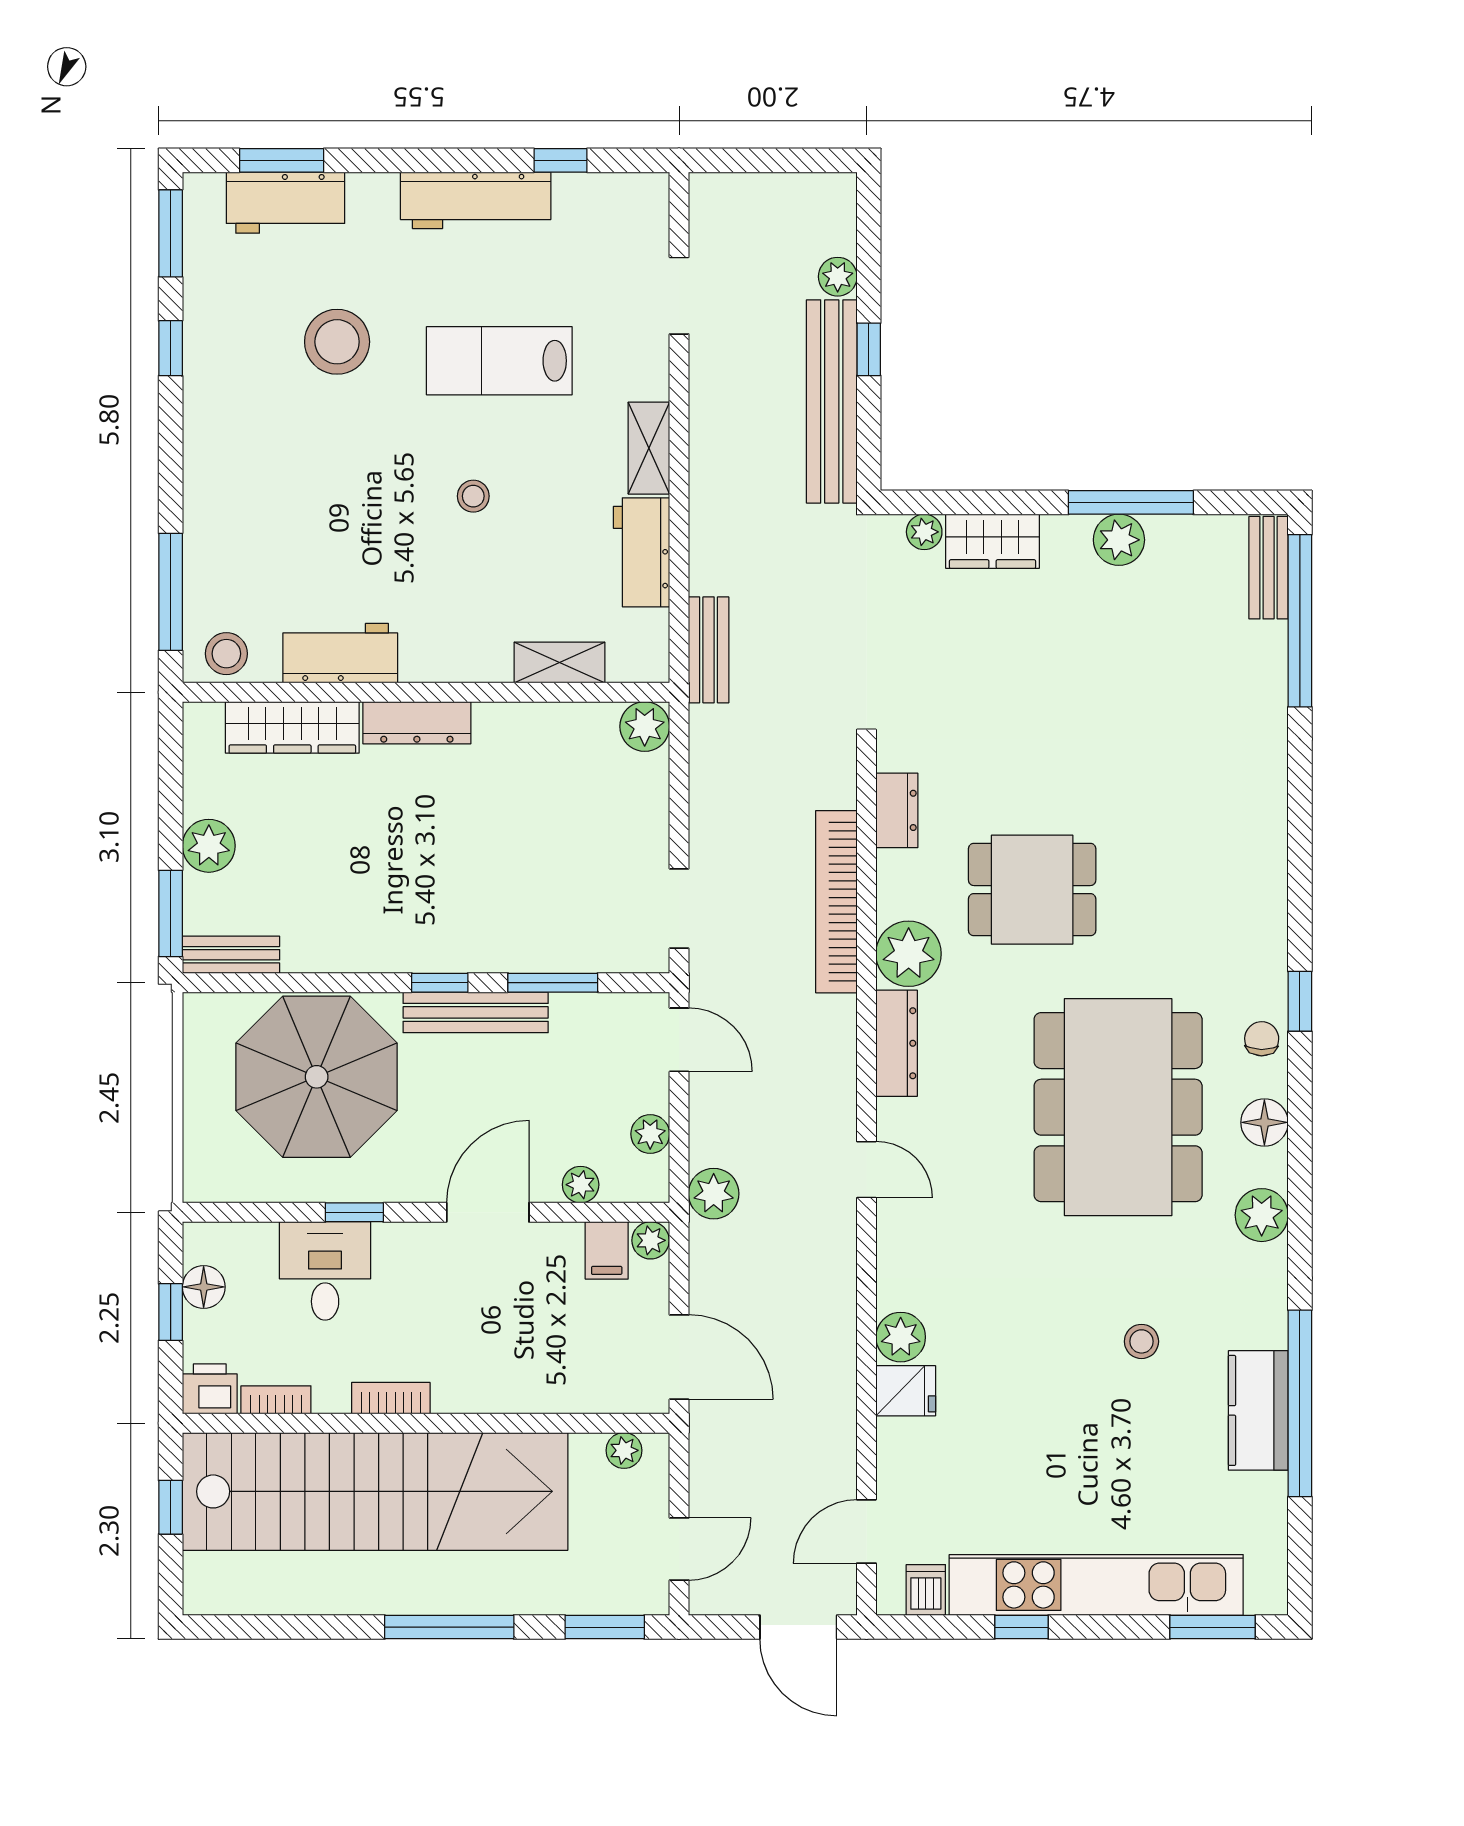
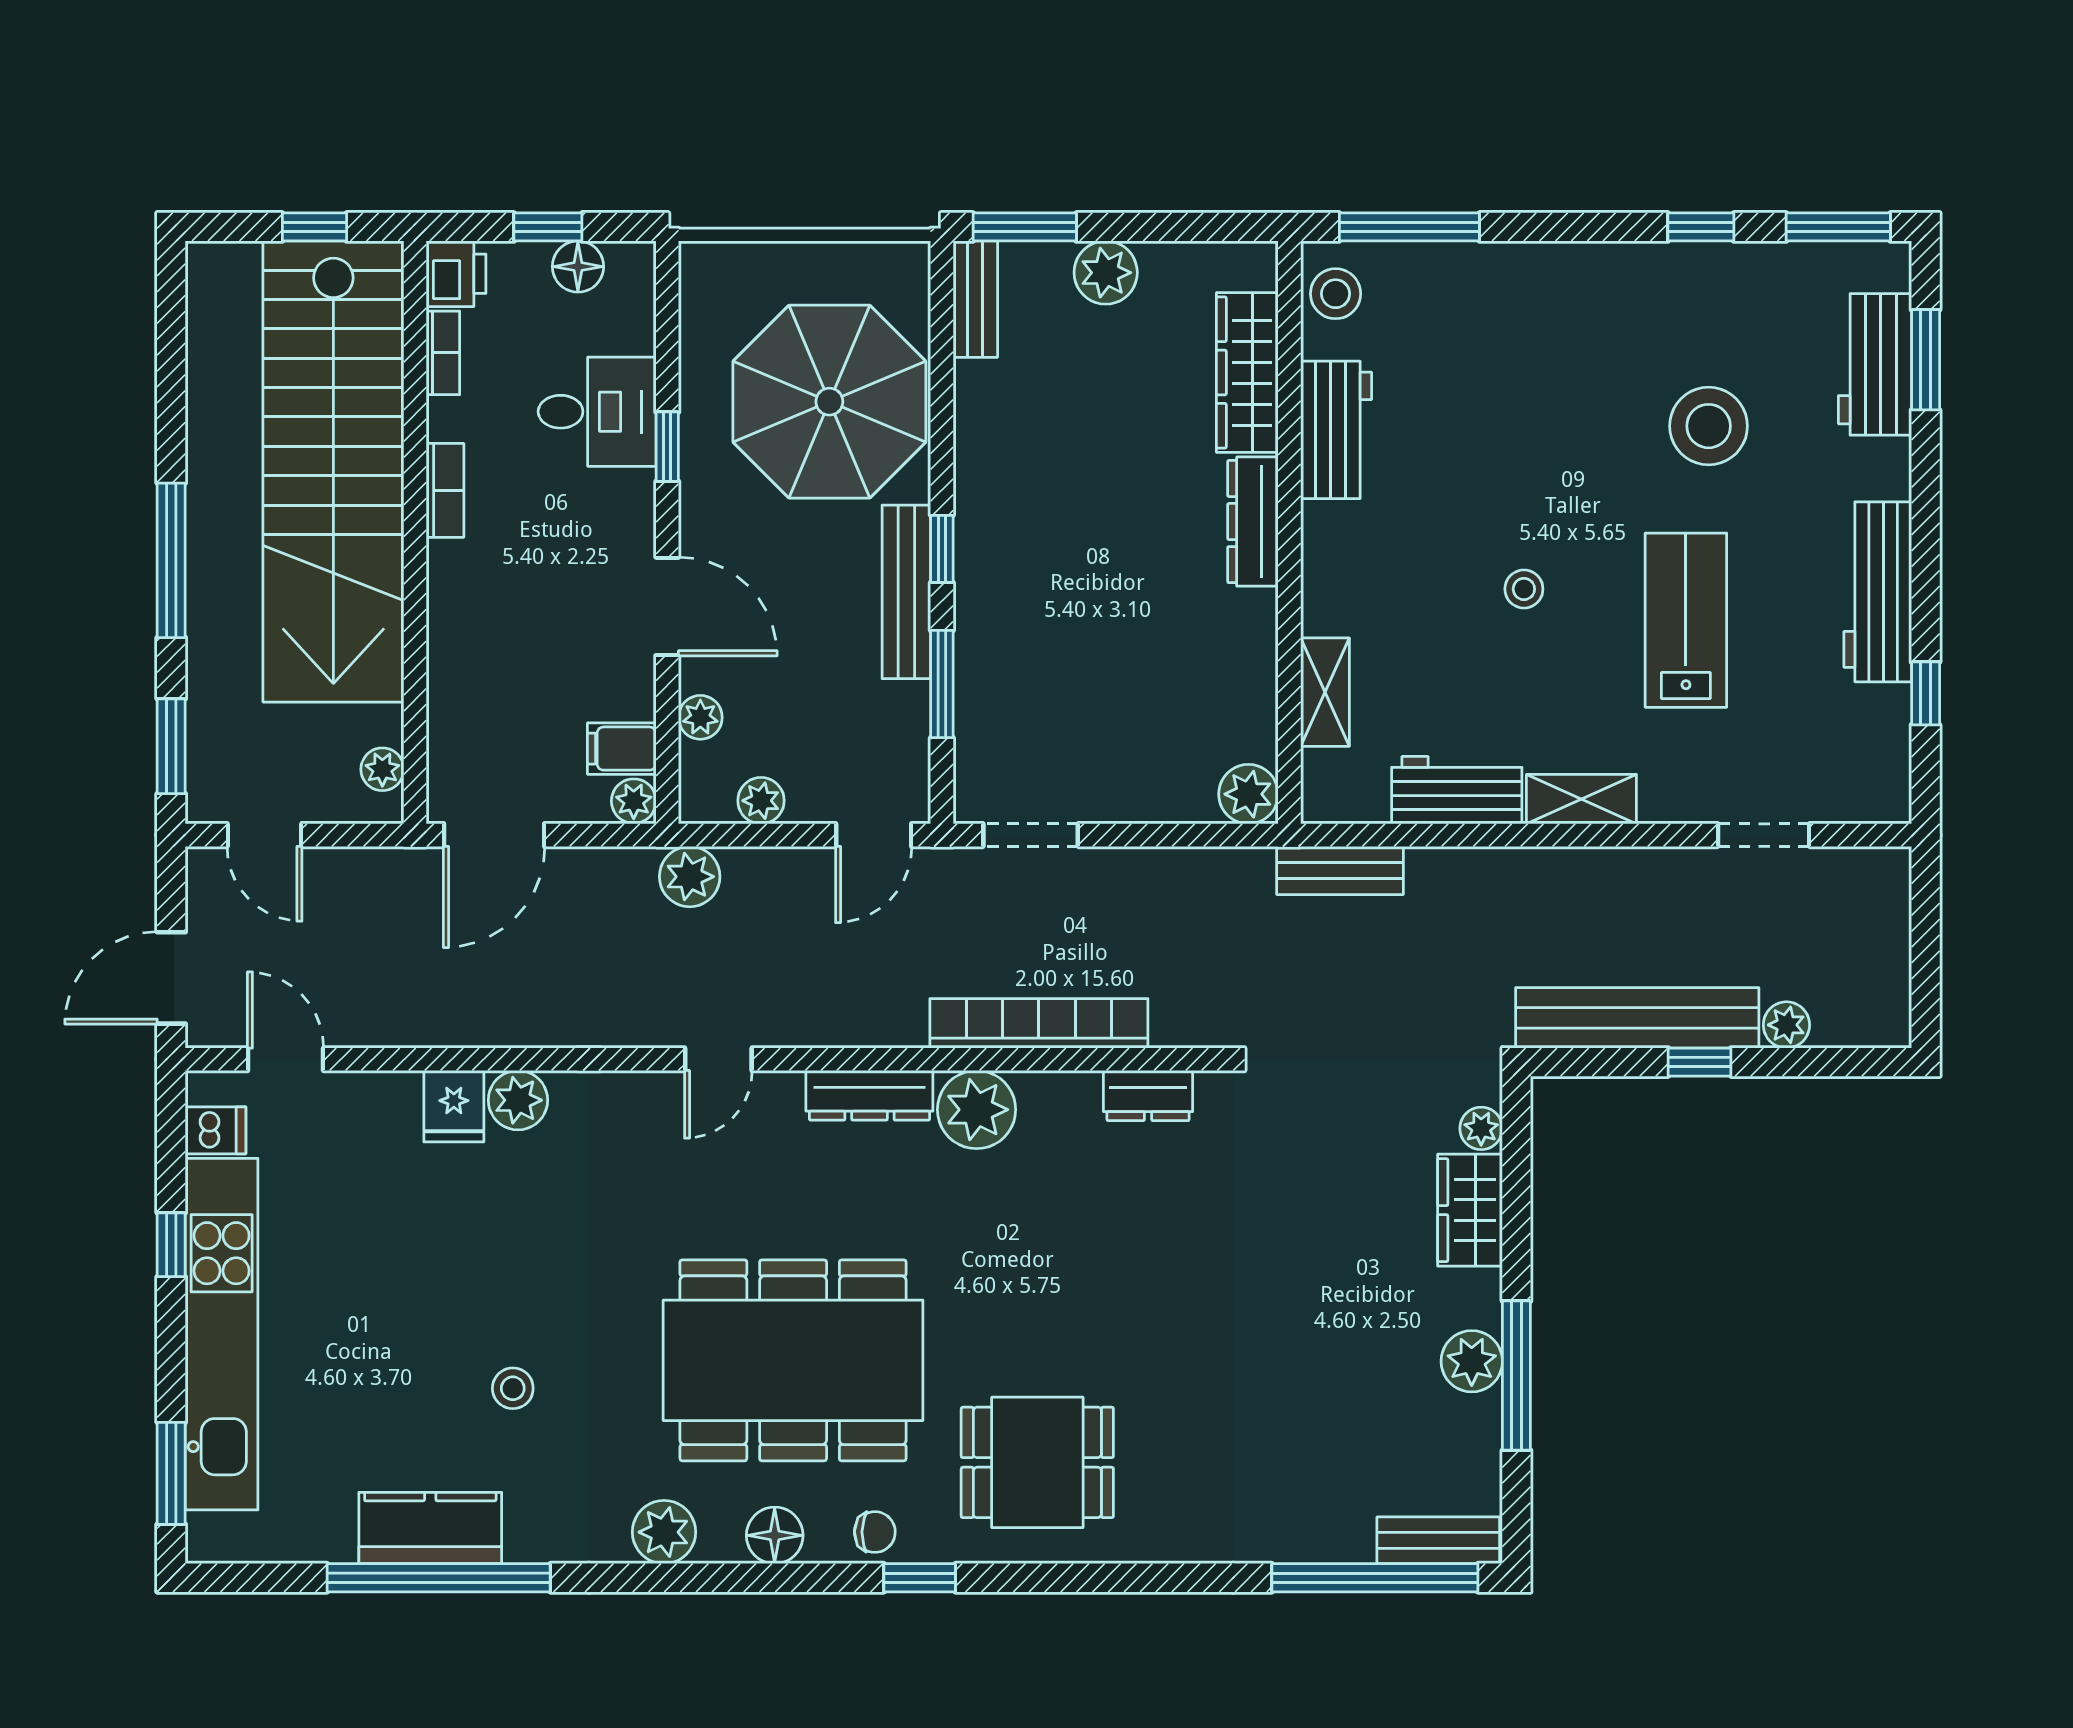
dining table: (1032, 890) -> (1037, 1462), moved, turned 90

